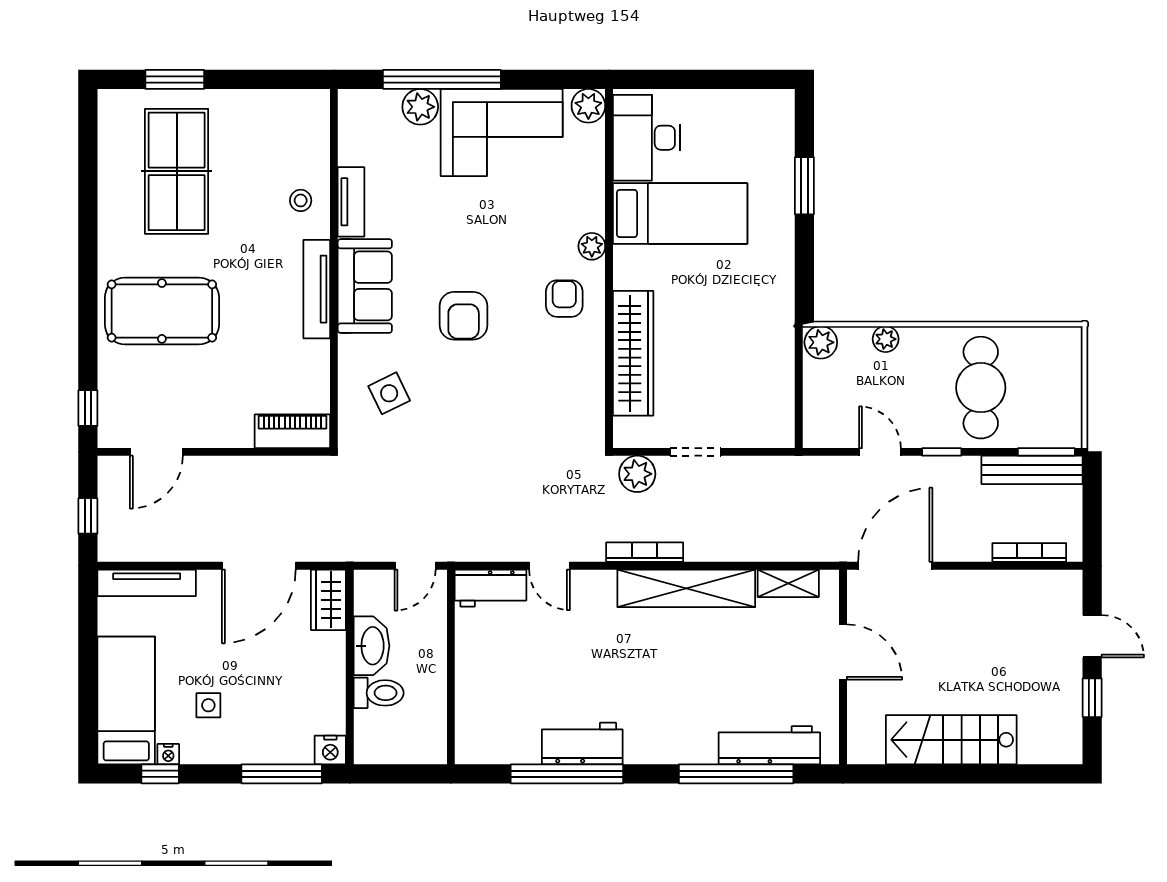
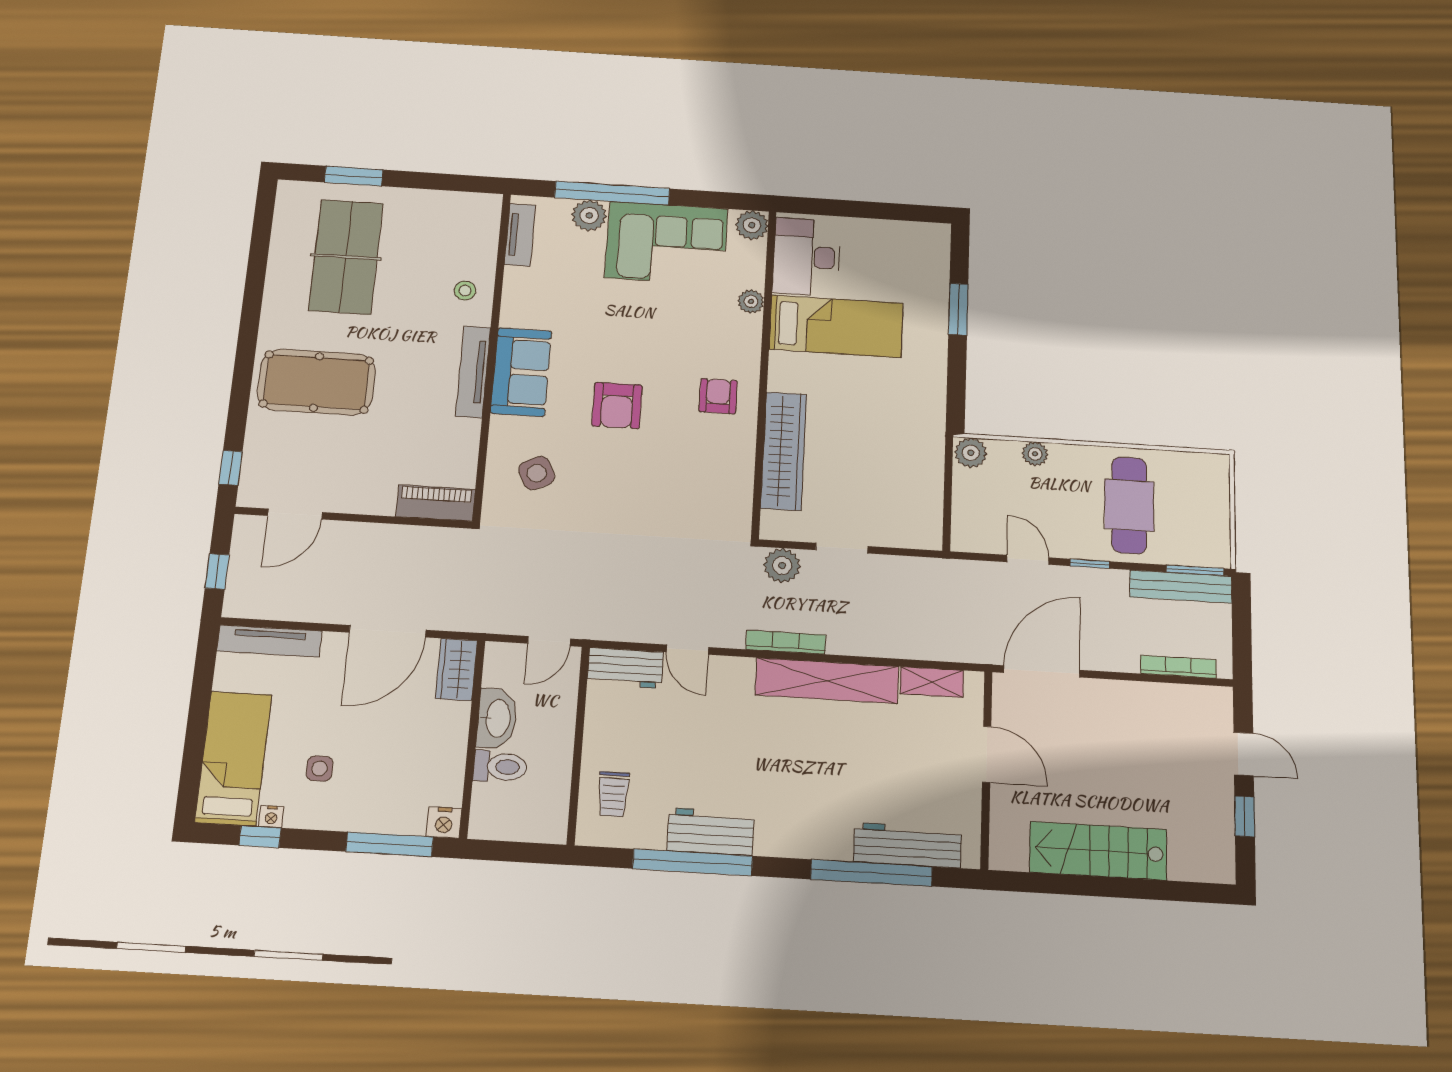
tv unit: (351, 202) -> (520, 235), moved
plant: (592, 246) -> (751, 301), moved
trolley: (488, 713) -> (613, 794), added

